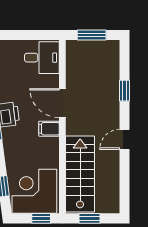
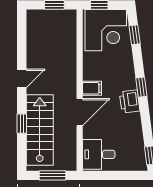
door: (62, 103) -> (80, 112), hinge flipped
stairs: (80, 174) -> (40, 130), moved, turned 180

